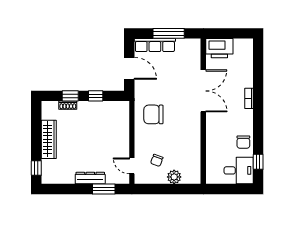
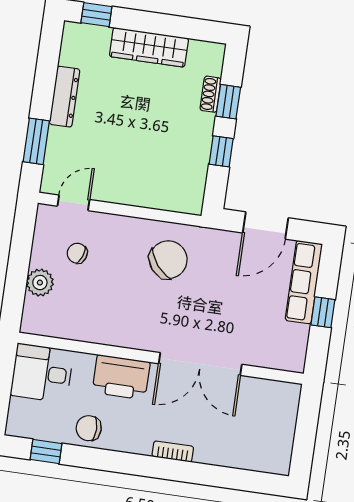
window: (169, 33) -> (323, 312), width x0.46
printer: (219, 48) -> (121, 377), moved, turned -90
chair: (153, 114) -> (168, 260), turned 51
desk: (239, 170) -> (42, 373), moved, turned 90
dresser: (90, 178) -> (64, 97), moved

